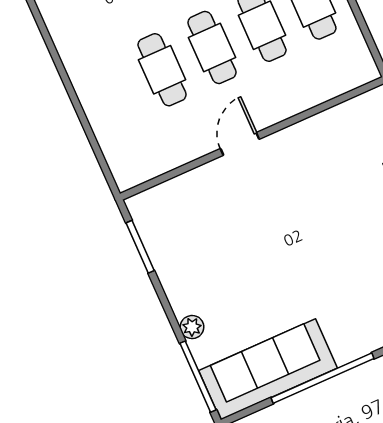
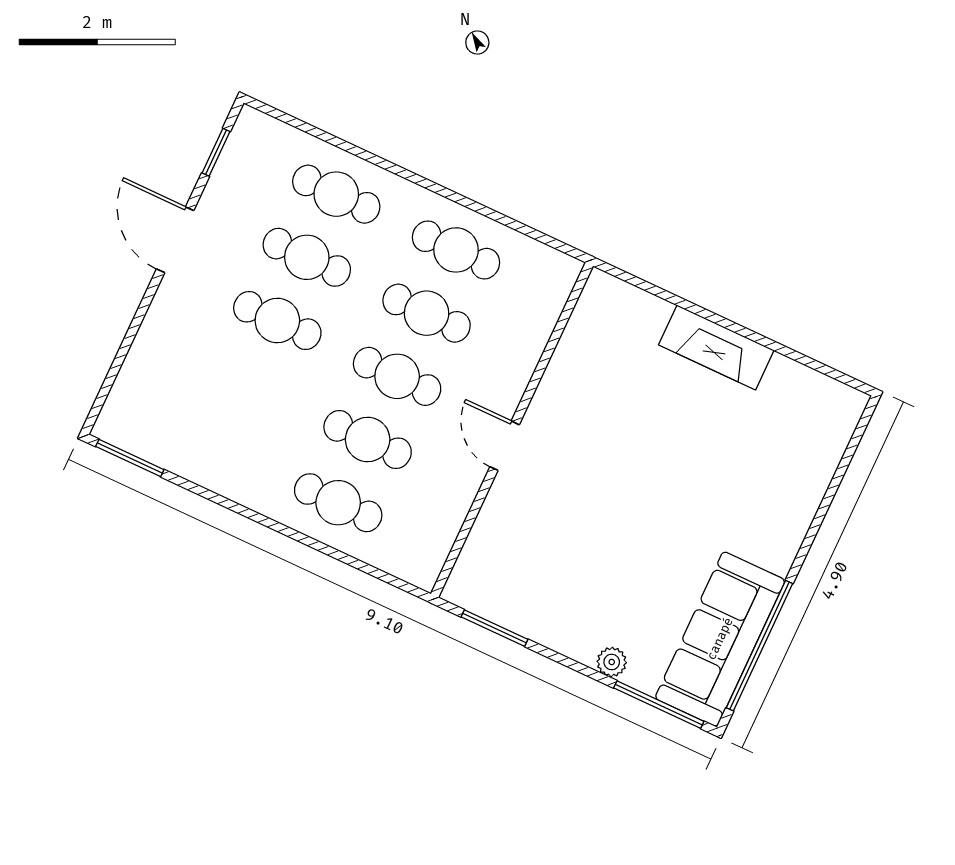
cafe table: (112, 92) -> (338, 503), added
window: (322, 378) -> (760, 646), moved

